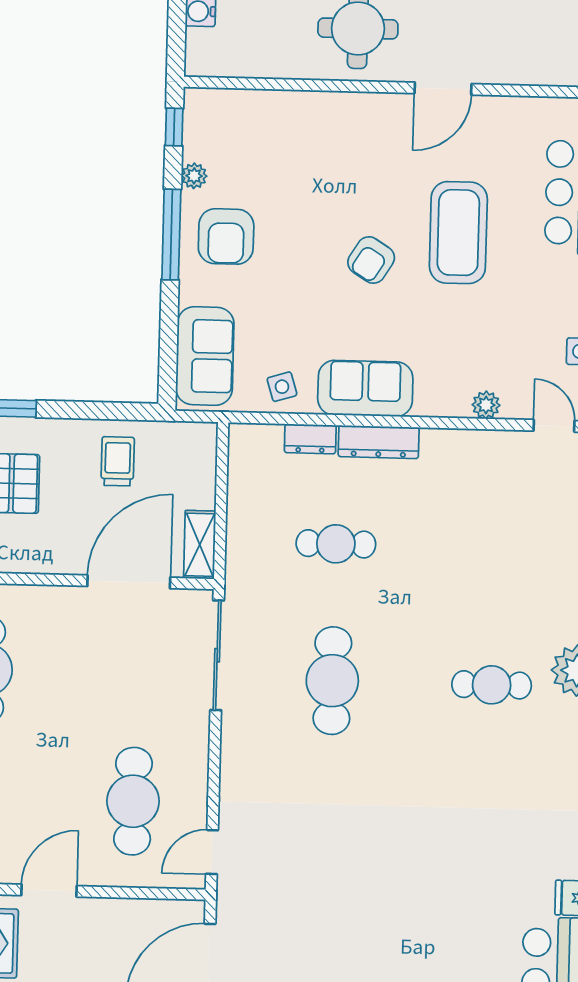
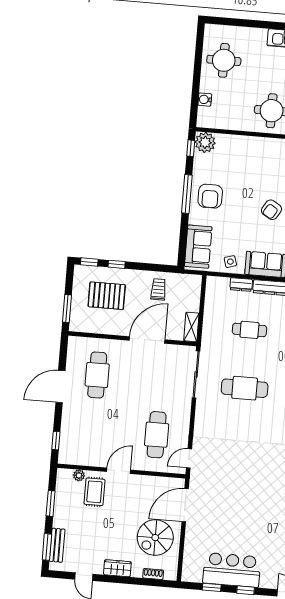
plant: (194, 176) -> (205, 142), moved, width x1.87, depth x1.87
door: (129, 582) -> (147, 340), moved
cafe table: (332, 681) -> (245, 388), turned 90

